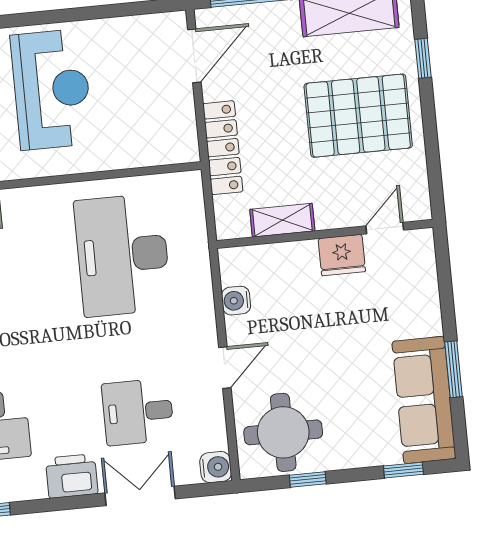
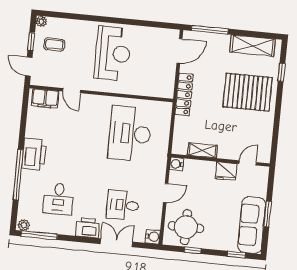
shelving: (282, 220) -> (203, 150), moved
door: (385, 228) -> (248, 163), moved
wall: (325, 234) -> (220, 160), moved
fridge: (342, 255) -> (226, 171), moved

